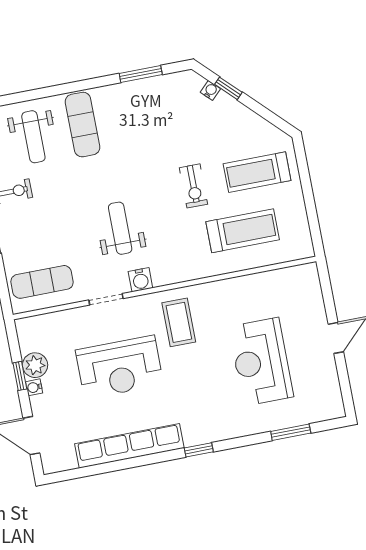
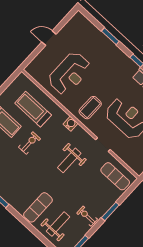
water cooler: (140, 280) -> (71, 124), moved
reception desk: (261, 362) -> (69, 73), moved
window: (291, 432) -> (110, 36), moved

